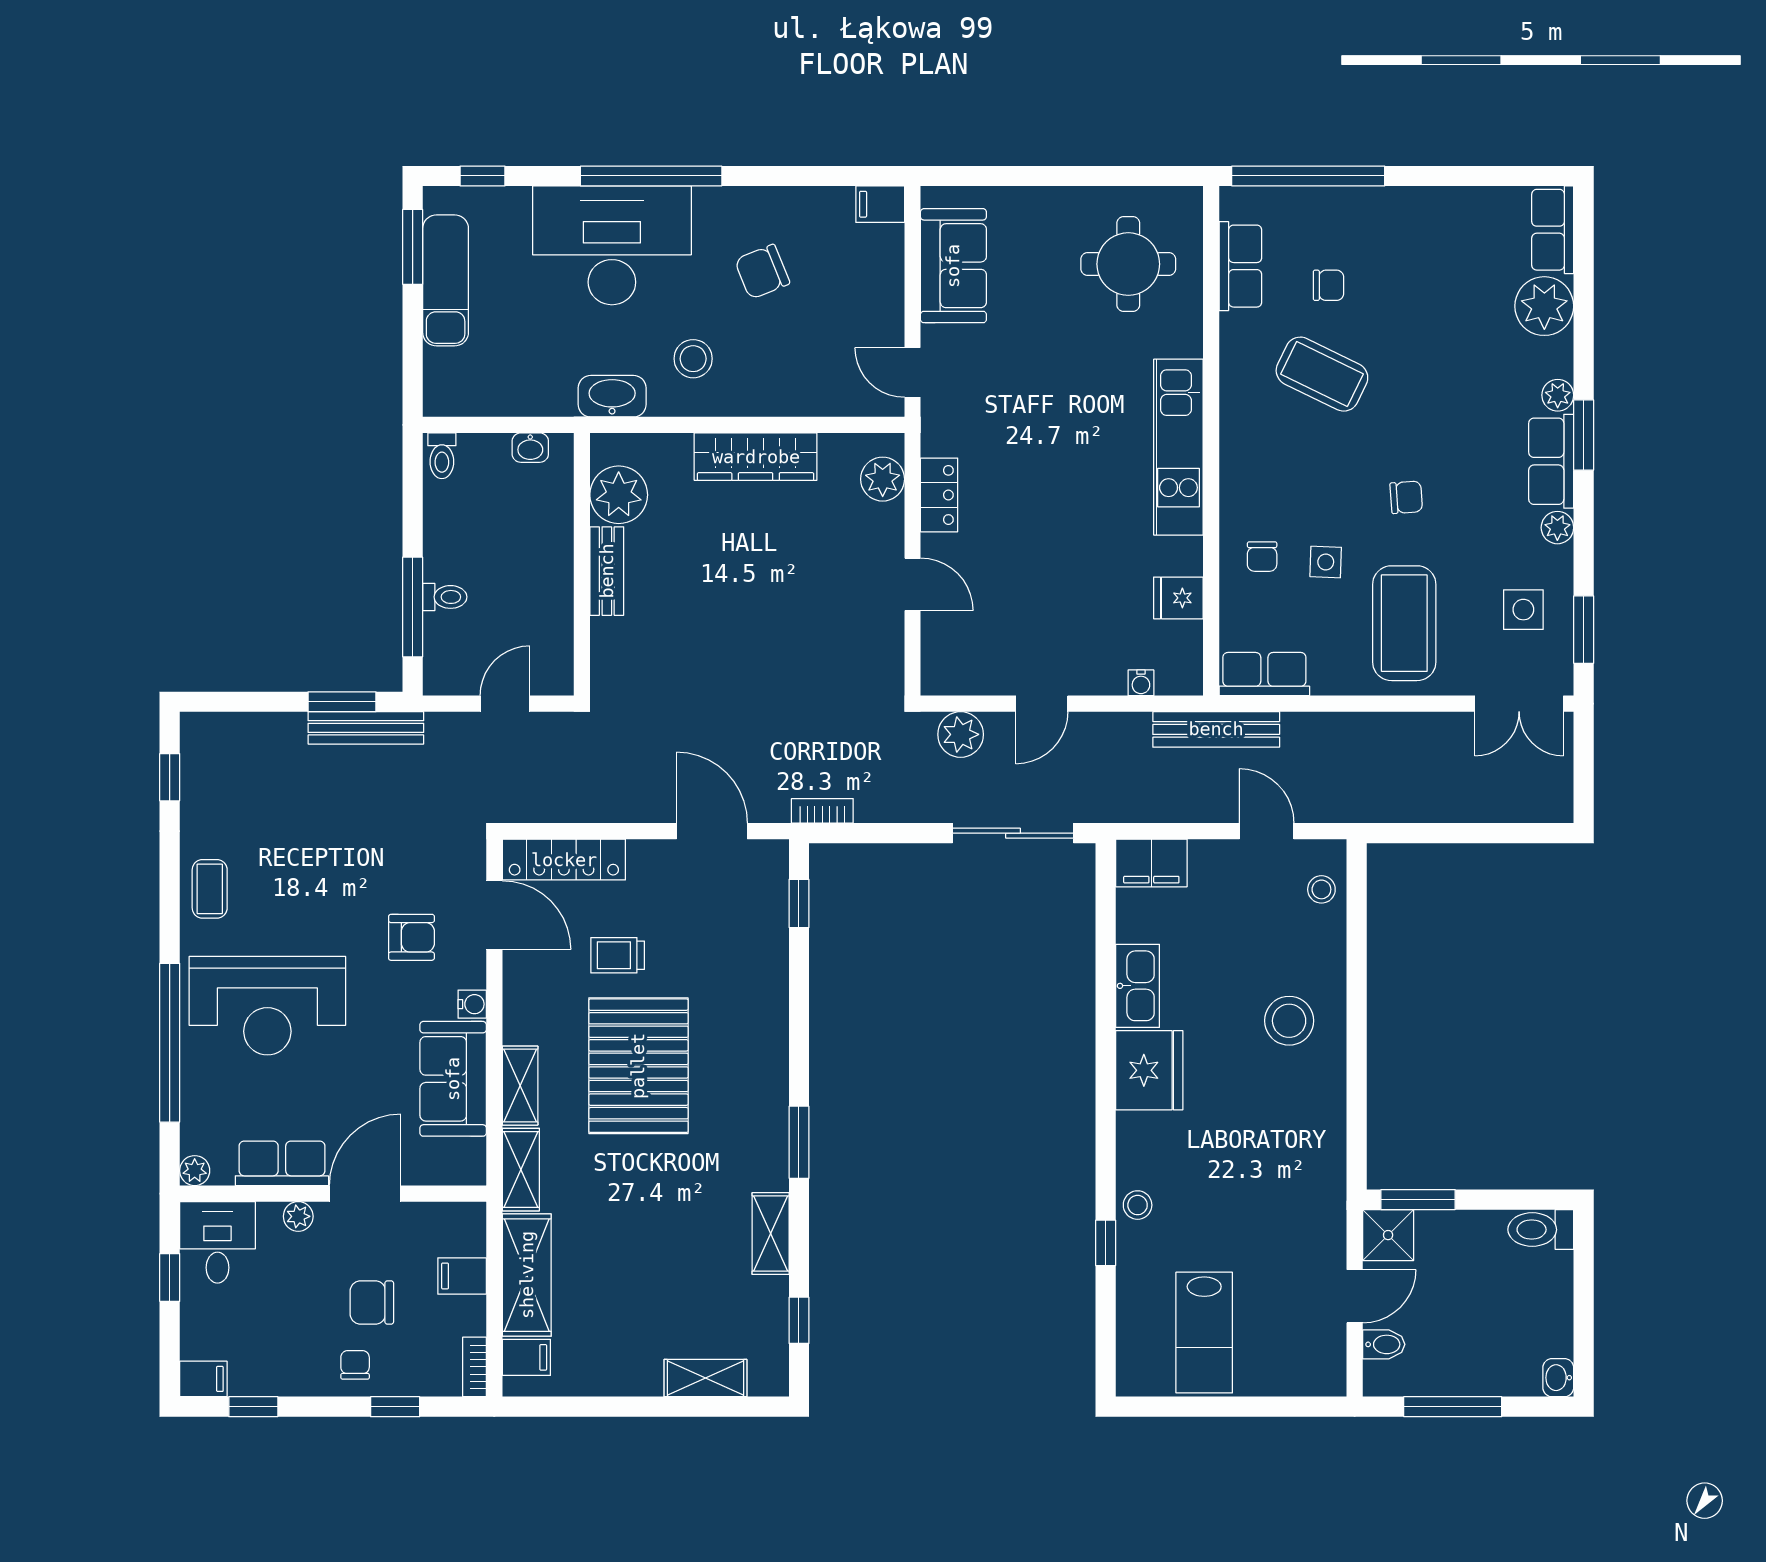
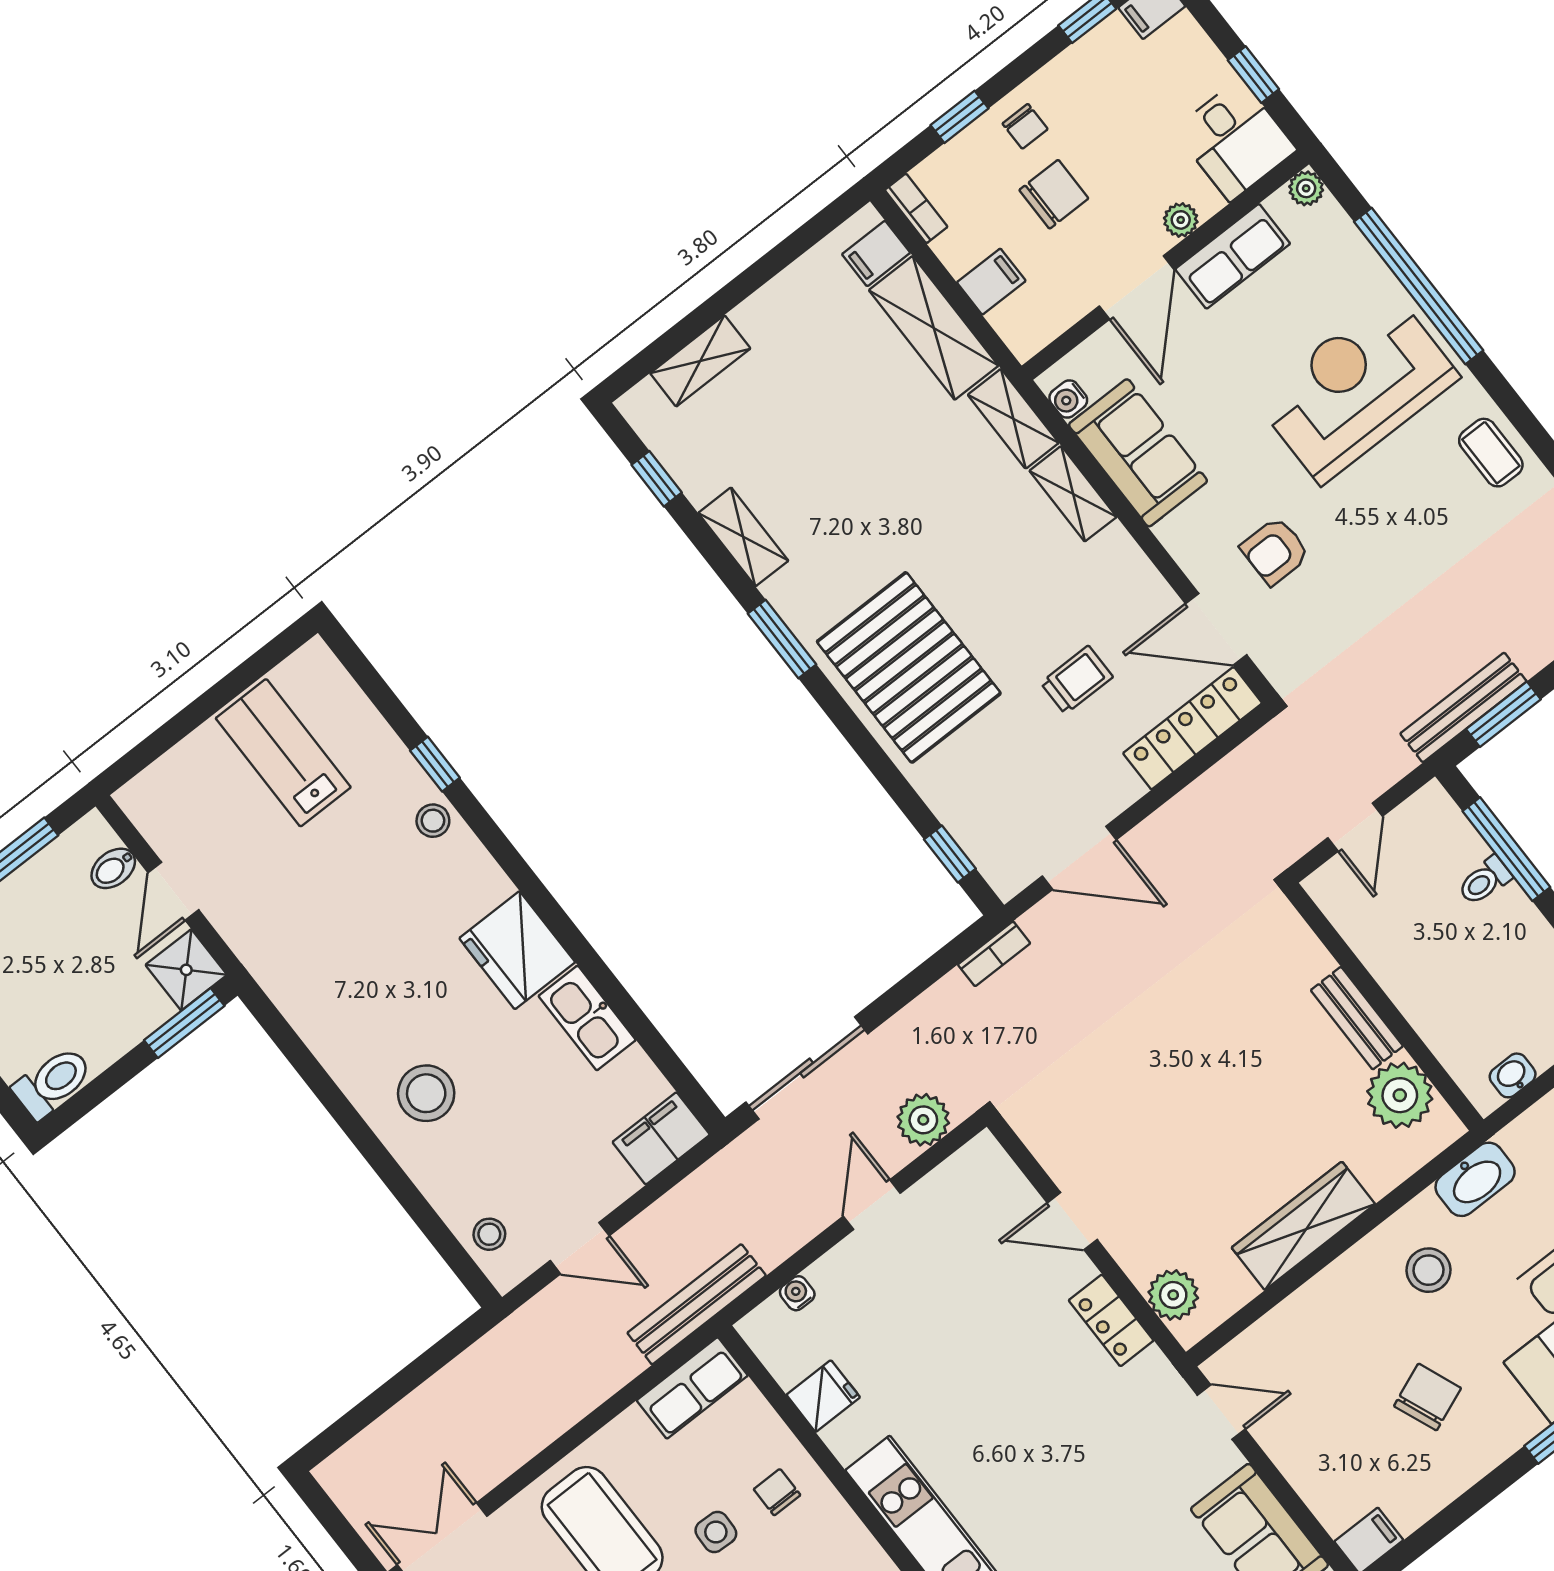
water cooler: (472, 1004) -> (1068, 399), moved
pallet: (638, 1066) -> (909, 667), moved

